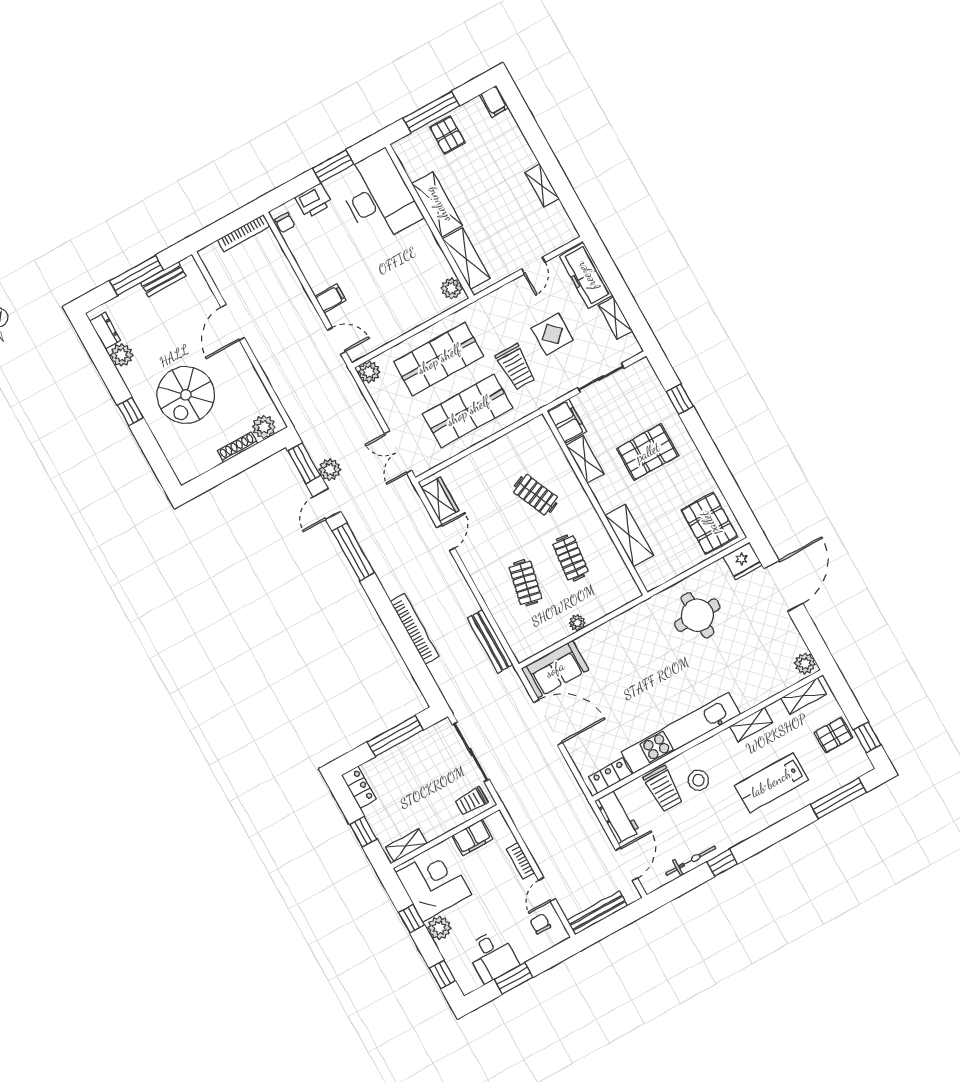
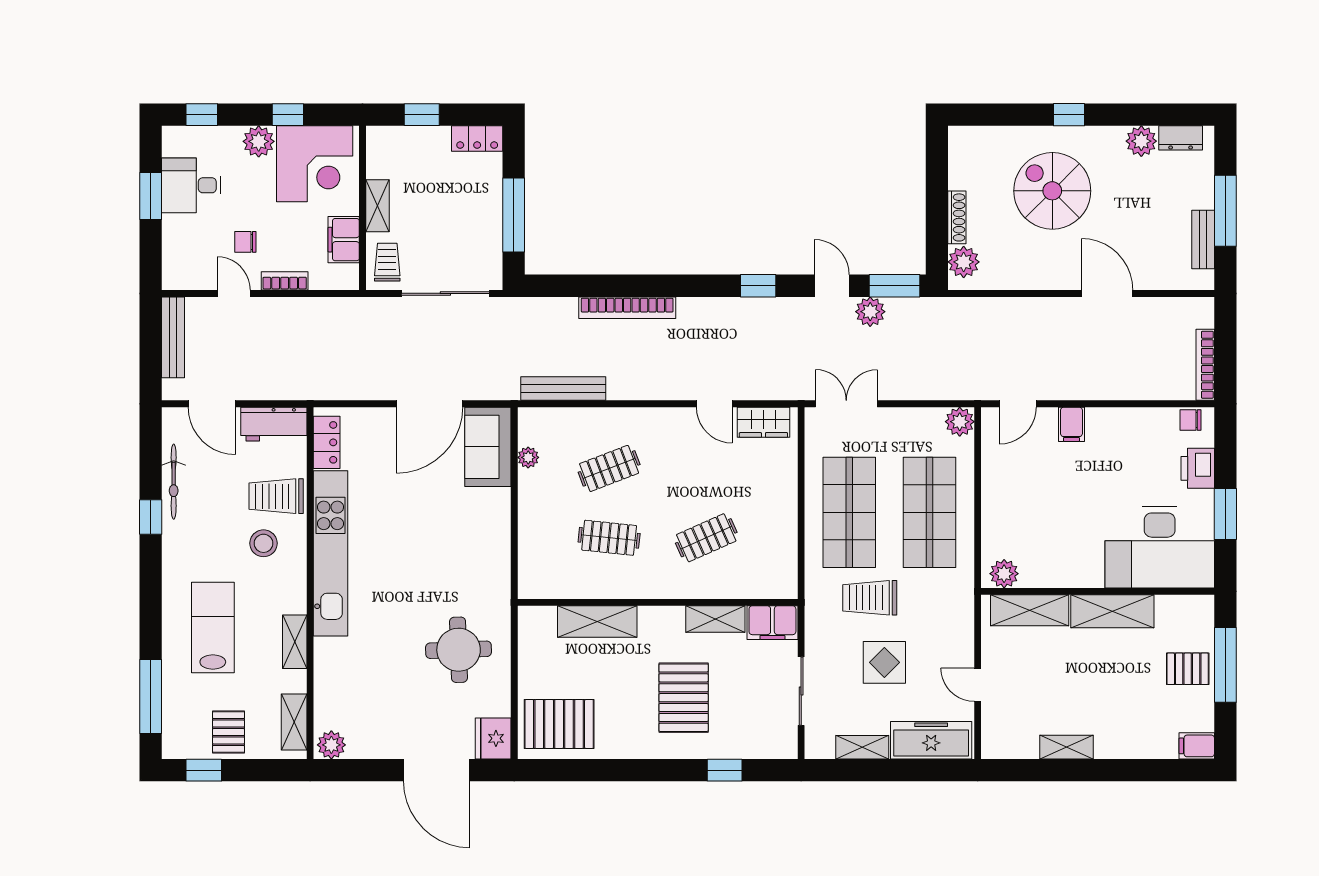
window: (353, 552) -> (758, 286), width x0.46
clothes rail: (525, 583) -> (609, 468), turned -33
plant: (577, 623) -> (528, 457), moved
shelving: (406, 845) -> (378, 206), moved
chair: (540, 924) -> (245, 242), moved, turned 180

